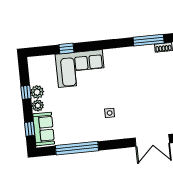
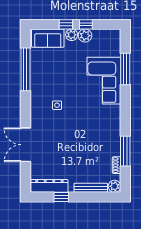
window: (66, 48) -> (125, 69), width x2.17
window: (30, 129) -> (66, 24), moved

